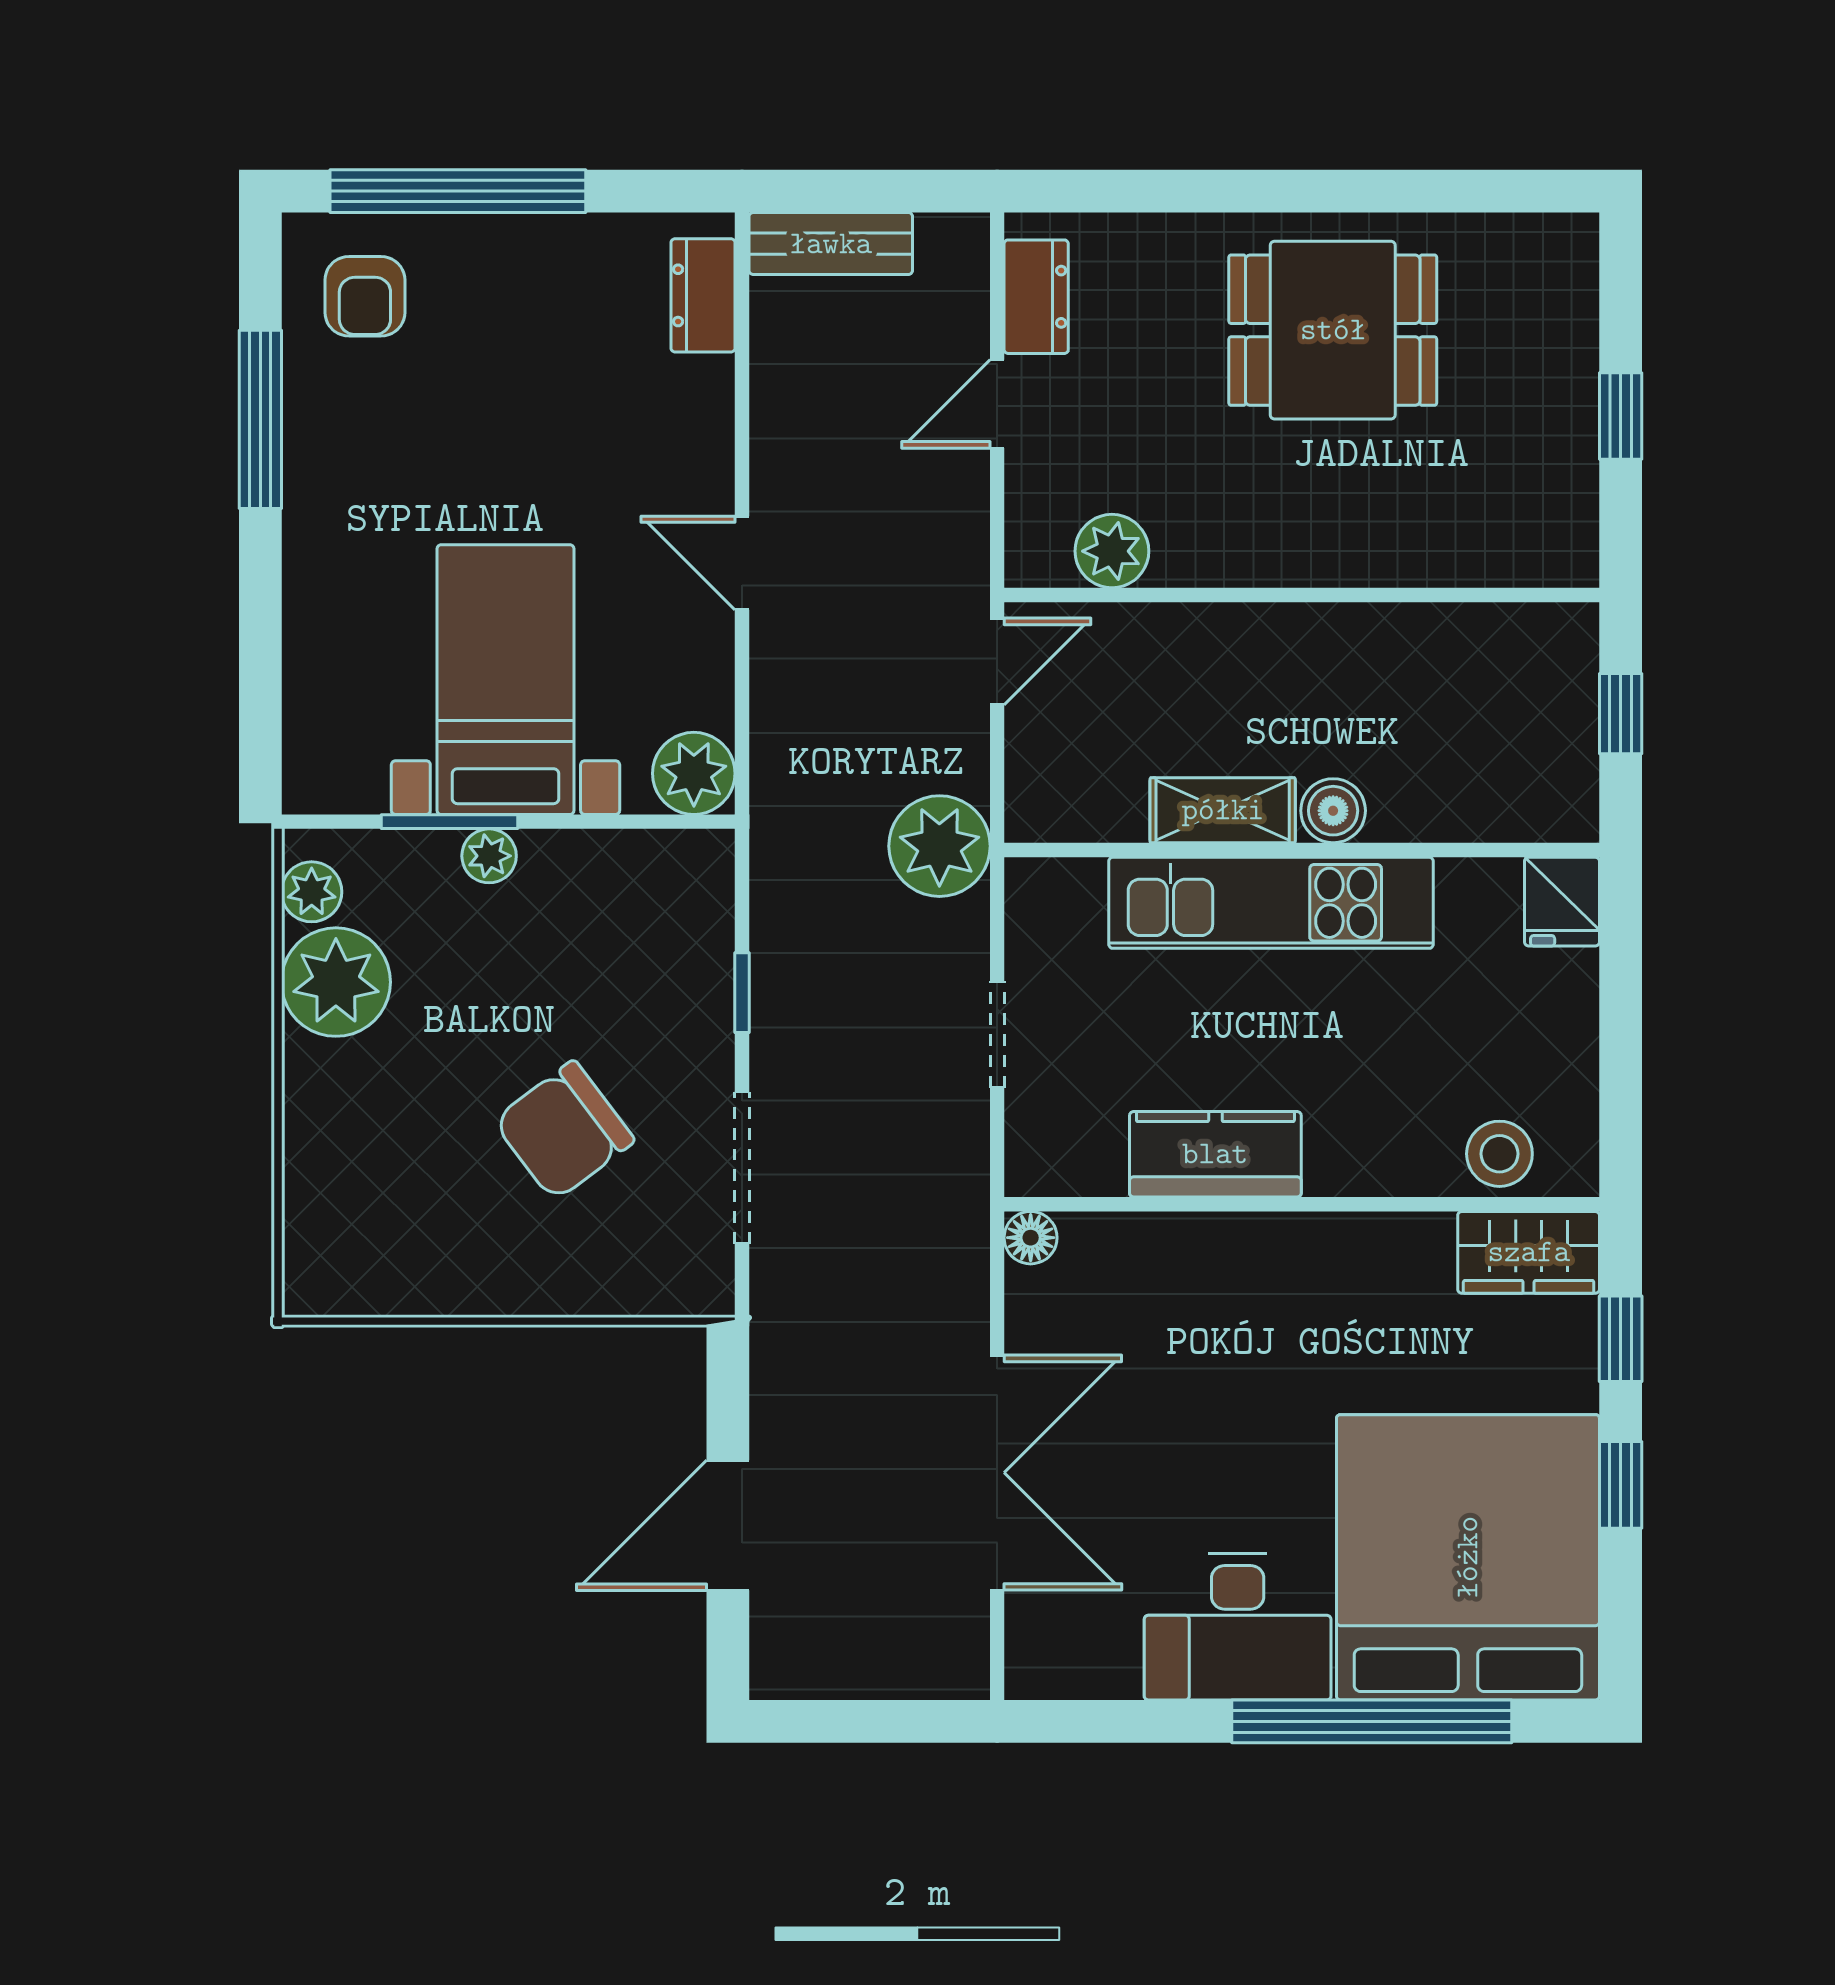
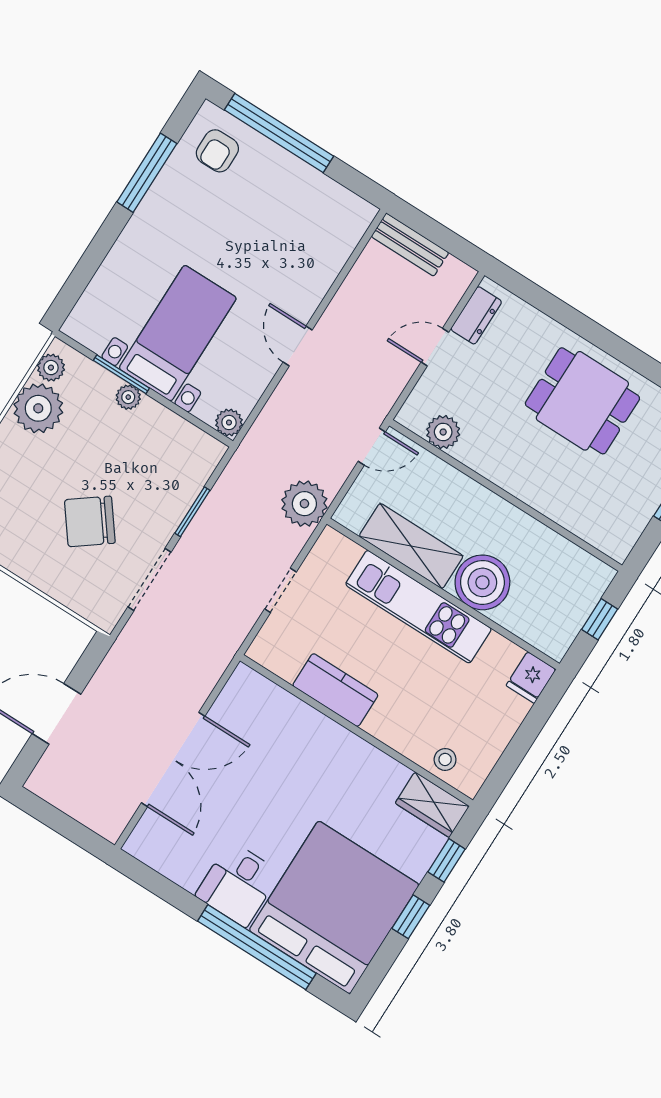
dresser: (703, 295) -> (348, 233), removed
plant: (694, 773) -> (229, 423), width x0.73, depth x0.73
shelving: (1223, 810) -> (411, 546), width x1.50, depth x1.33
boiler: (1333, 811) -> (482, 582), width x1.86, depth x1.86
window: (742, 993) -> (192, 512), width x1.50
stool: (1499, 1154) -> (445, 759), width x0.73, depth x0.73
floor lamp: (1031, 1238) -> (244, 677), removed
desk: (1238, 1627) -> (238, 884), width x0.73

